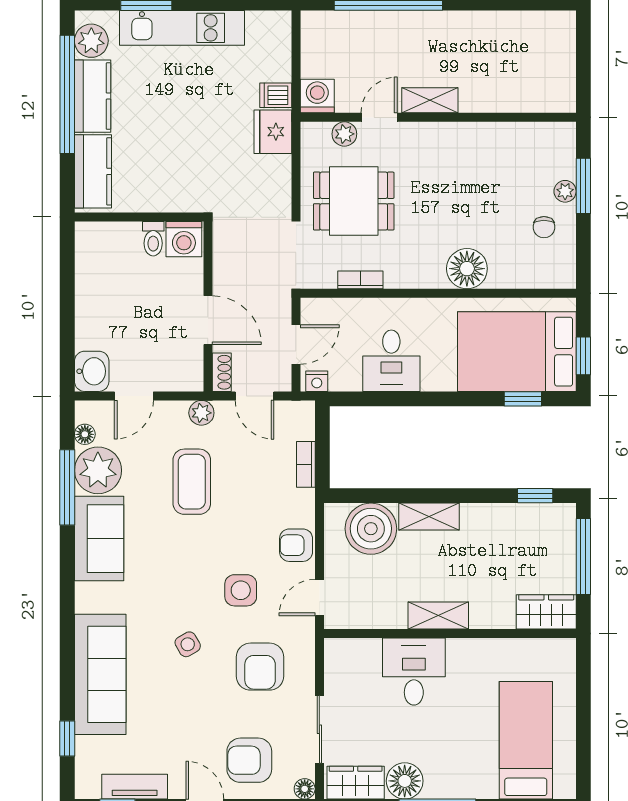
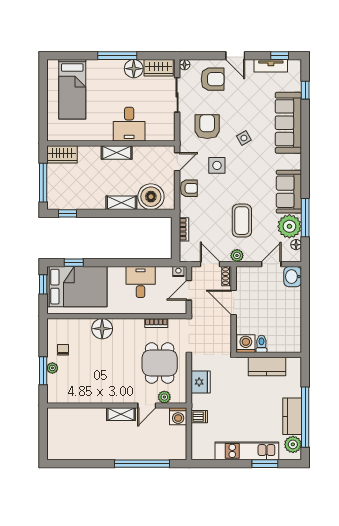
fridge: (273, 132) -> (201, 382), moved
kitchen counter: (93, 171) -> (267, 366), moved, turned -90
dining table: (354, 201) -> (160, 363), turned 90

